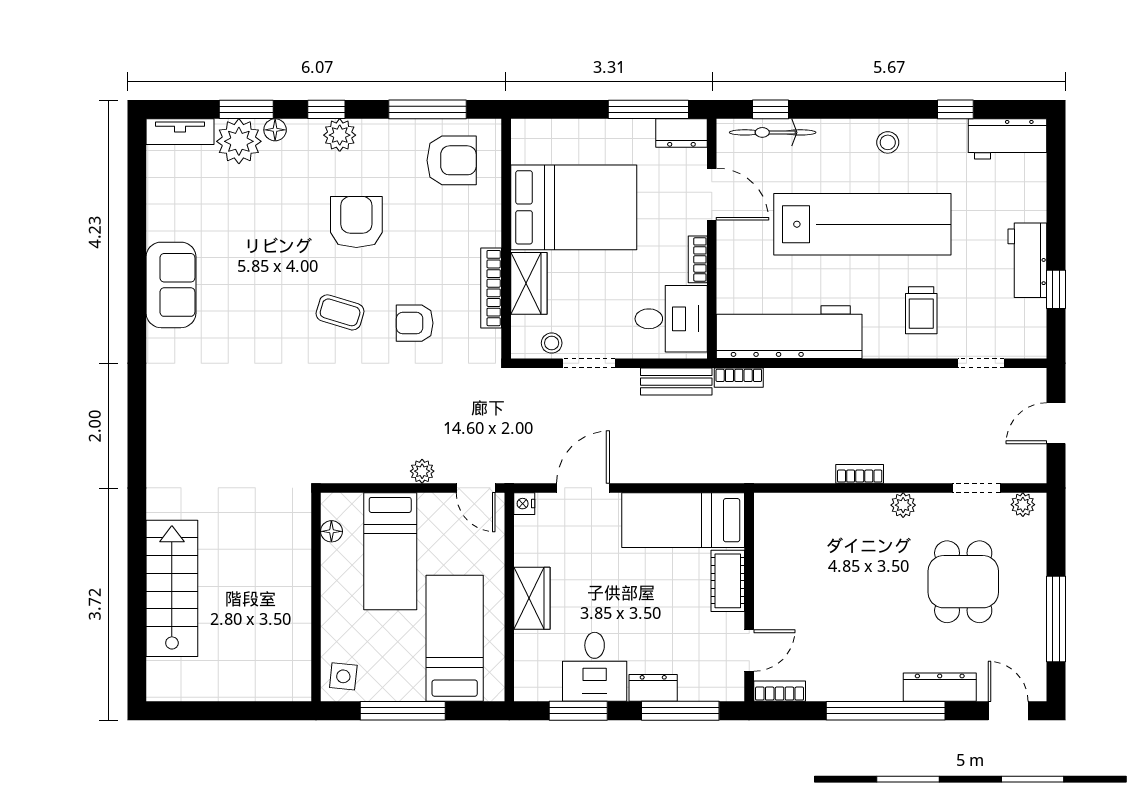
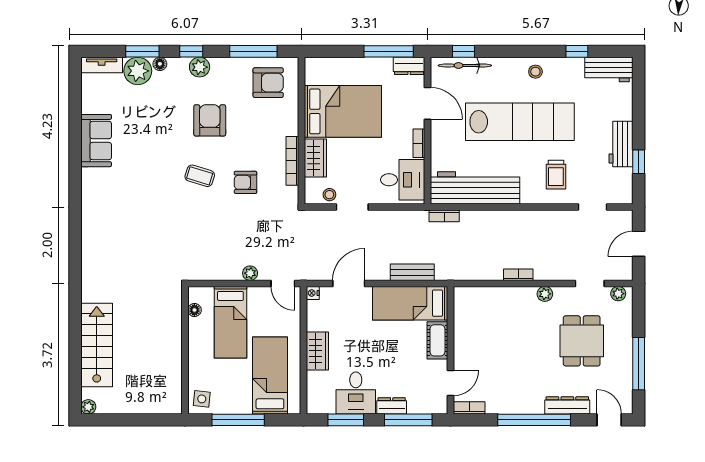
sofa: (171, 285) -> (96, 141), moved
bench: (676, 382) -> (412, 272), moved
plant: (158, 689) -> (88, 407), added

